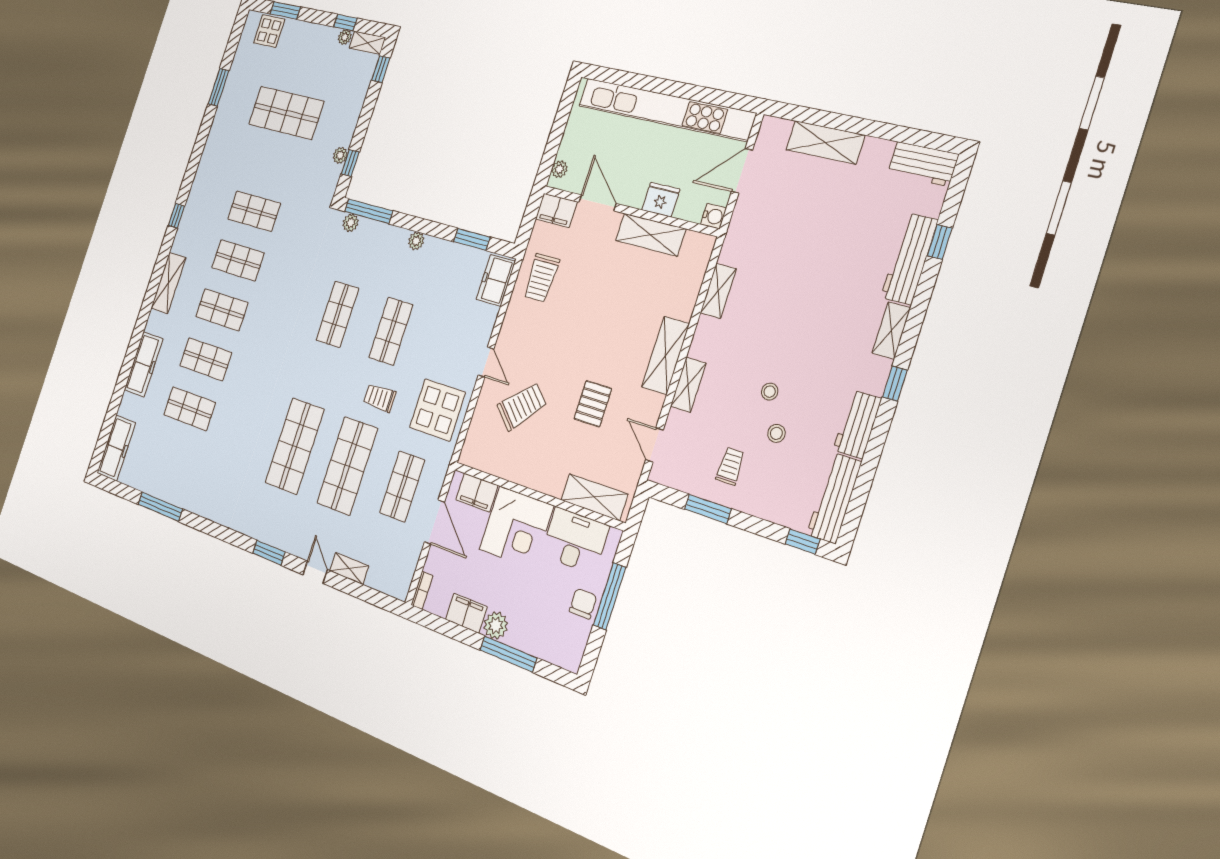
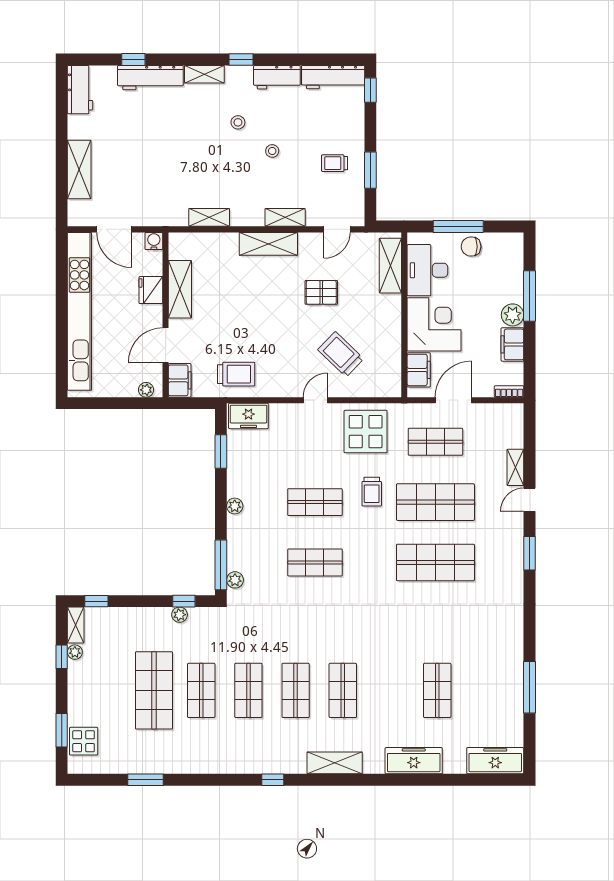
shop shelf: (206, 359) -> (201, 690), moved
stool: (776, 433) -> (238, 122), moved

